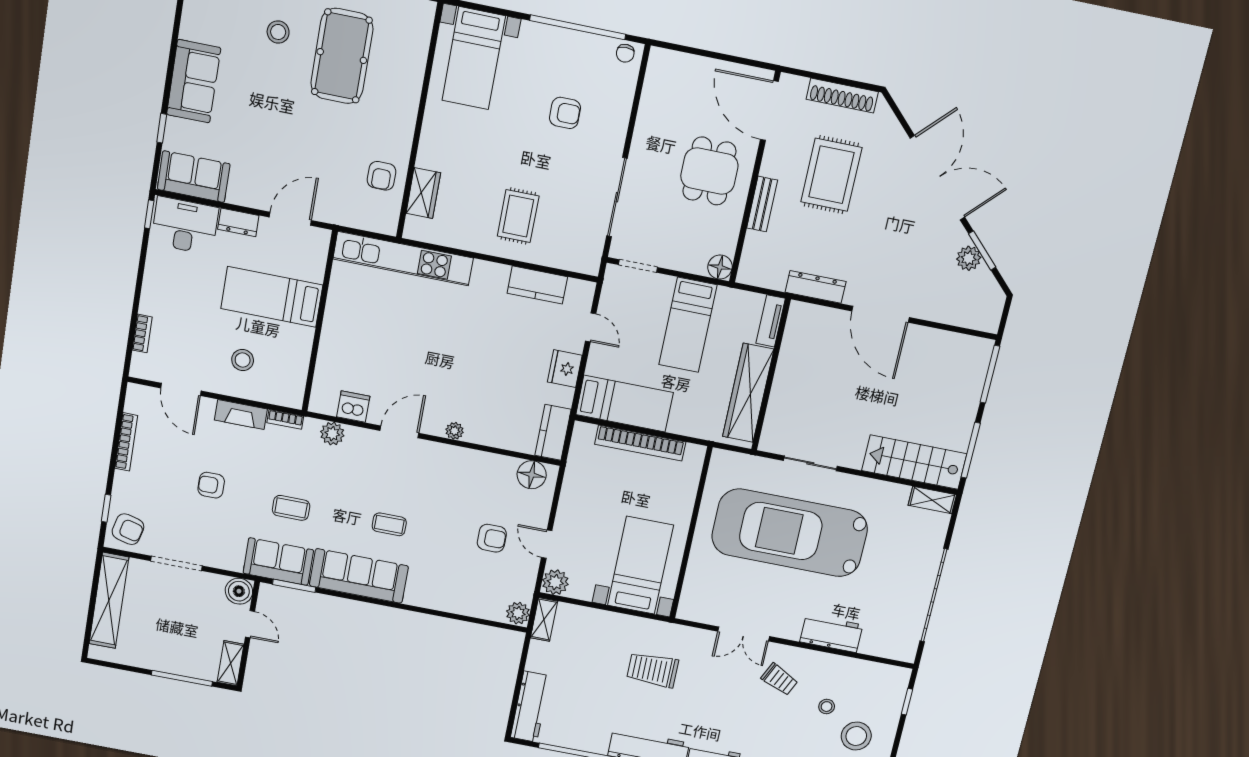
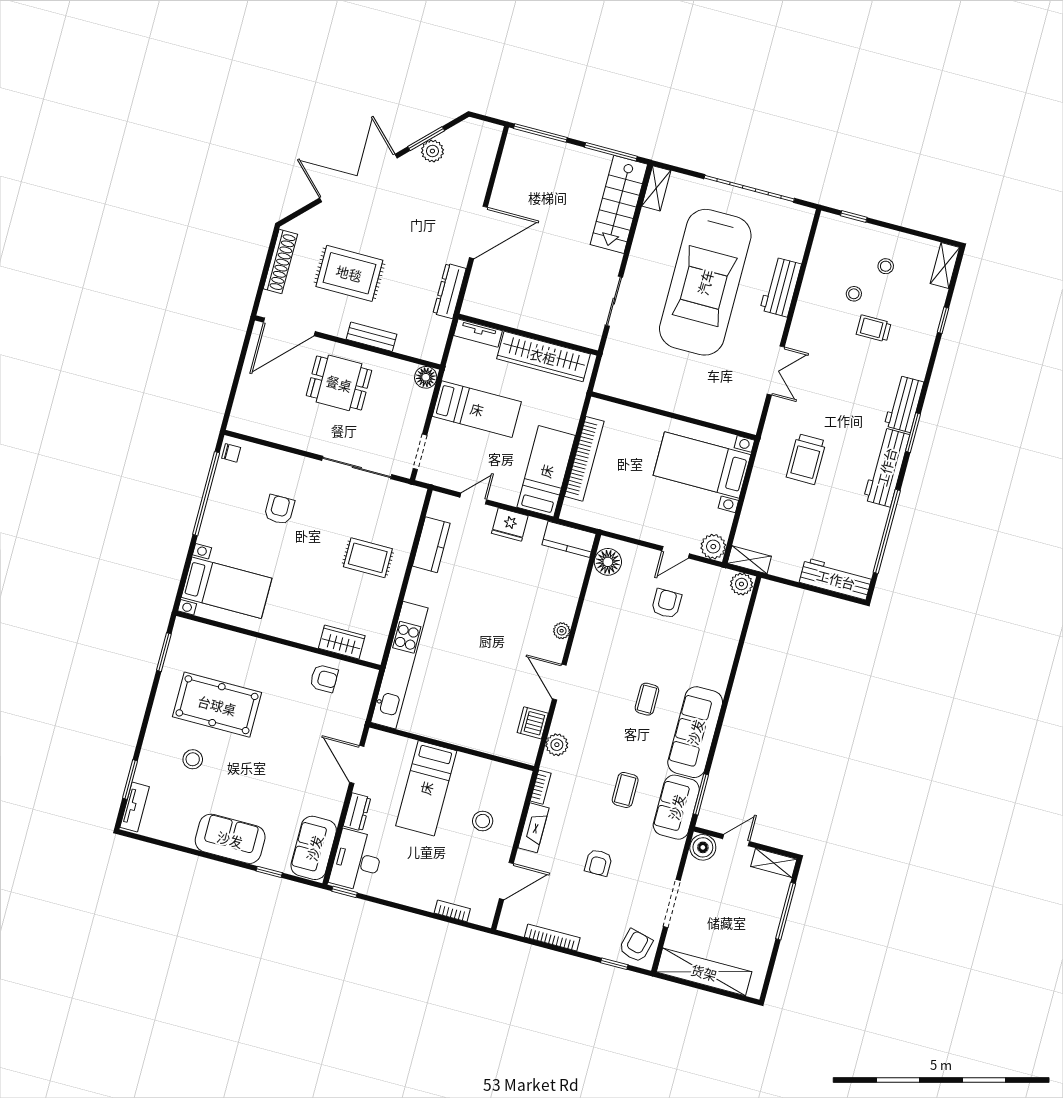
car: (790, 533) -> (705, 282), moved
trolley: (780, 679) -> (874, 328), moved, turned -115
stool: (856, 736) -> (886, 266), width x0.53, depth x0.53

